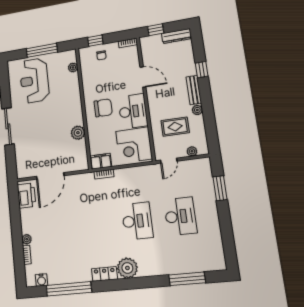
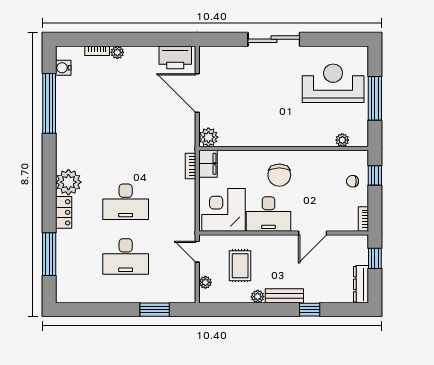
plant: (78, 133) -> (208, 137), moved
locker: (104, 274) -> (64, 212), moved

